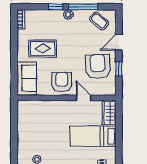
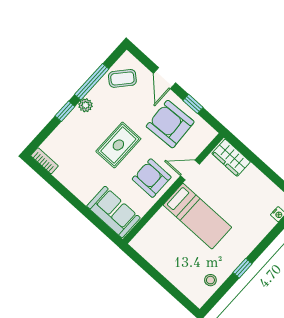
rug: (43, 48) -> (118, 145), moved
bed: (93, 136) -> (197, 216), moved, turned -90

